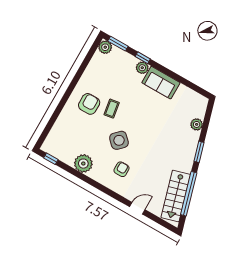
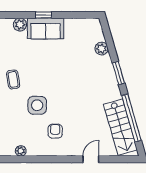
window: (143, 58) -> (44, 15), moved
side table: (119, 140) -> (37, 105), turned 45
plant: (83, 164) -> (21, 151), width x0.53, depth x0.53

